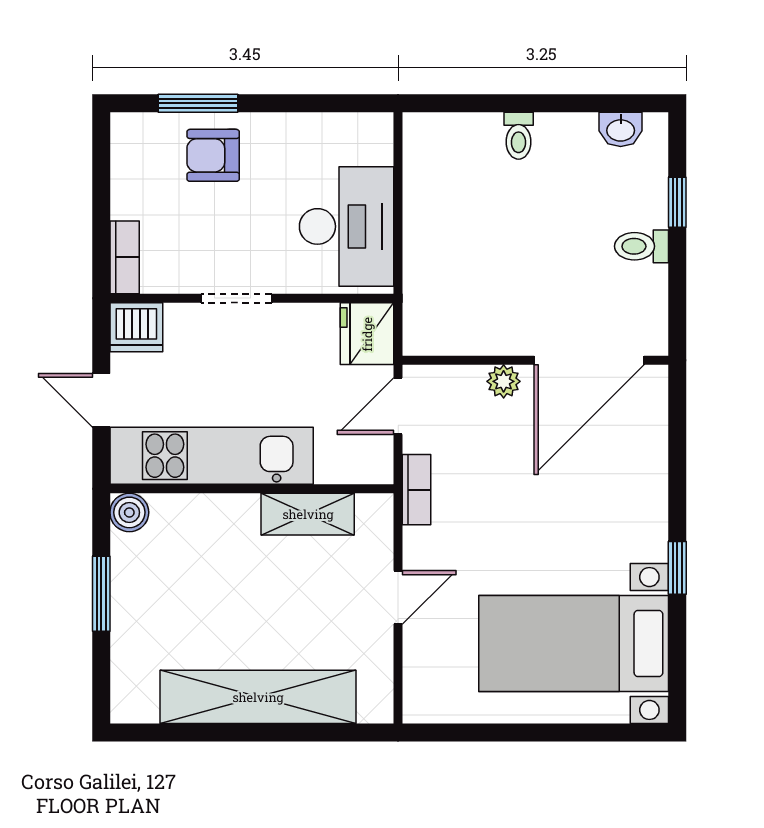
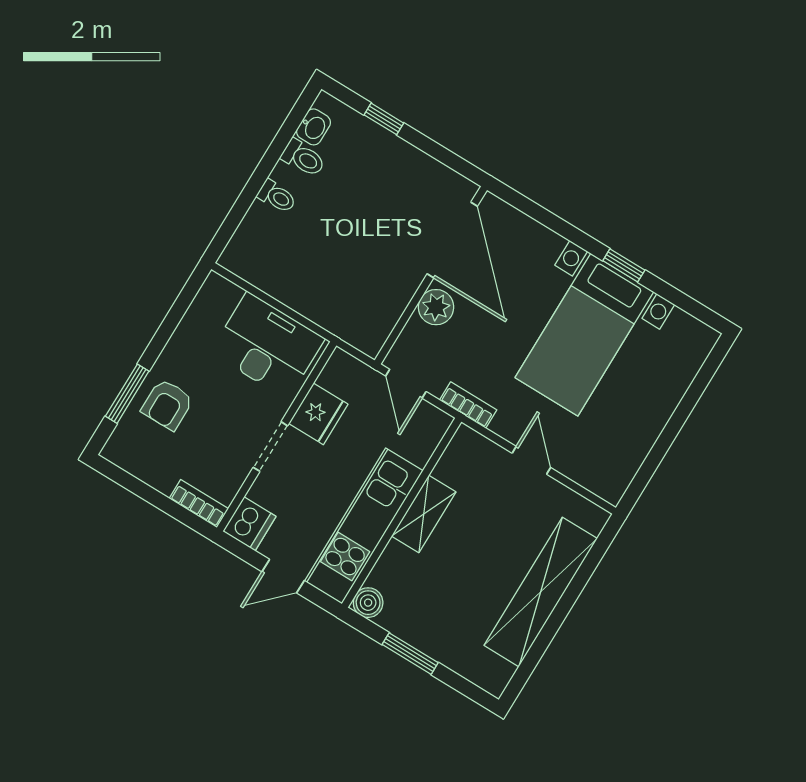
toilet: (641, 246) -> (303, 158), moved, turned -90
fridge: (367, 334) -> (318, 414), moved, turned -90
plant: (504, 381) -> (436, 307), width x1.38, depth x1.38
shelving: (308, 514) -> (424, 514), moved
bed with nightstands: (574, 644) -> (584, 335), moved

